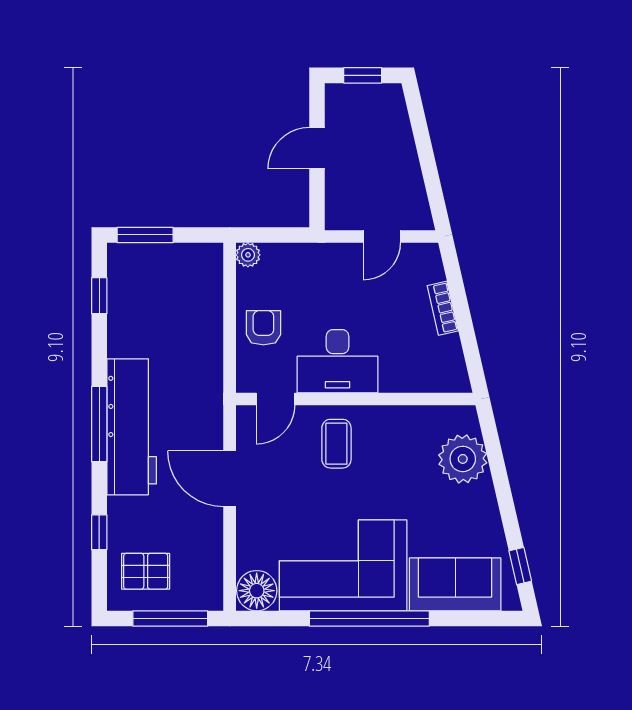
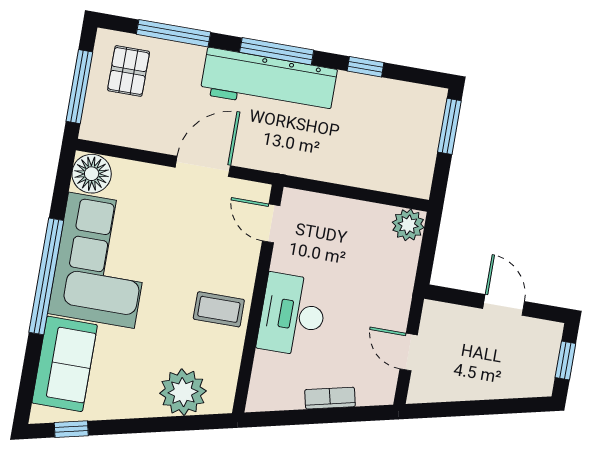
plant: (248, 255) -> (408, 225), width x1.38, depth x1.38
window: (99, 296) -> (366, 67), moved
armchair: (263, 328) -> (341, 224), removed
desk: (338, 361) -> (292, 315), moved
coffee table: (336, 444) -> (219, 309), moved
window: (99, 532) -> (173, 33), width x2.17

